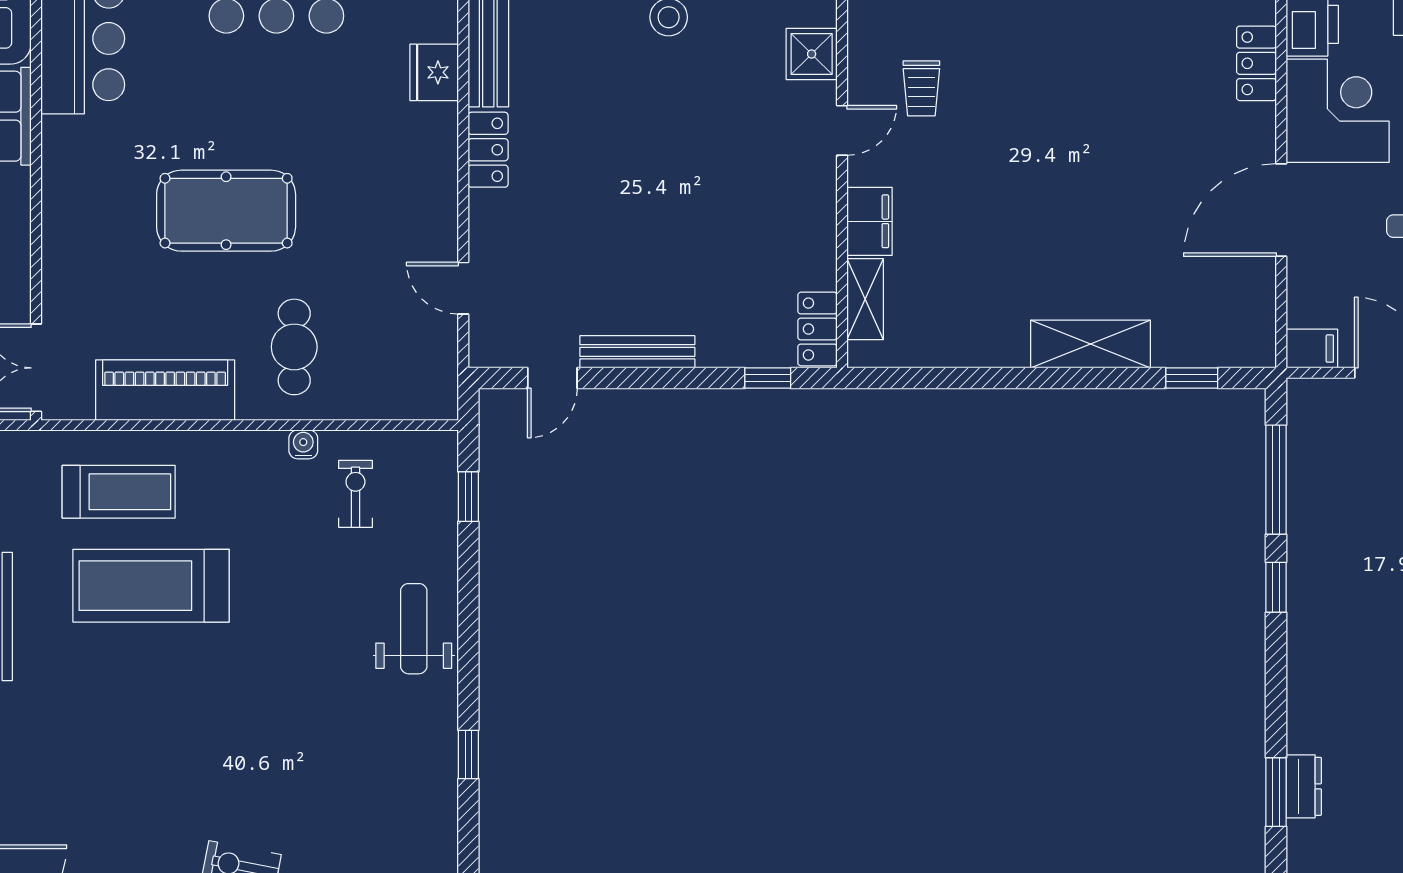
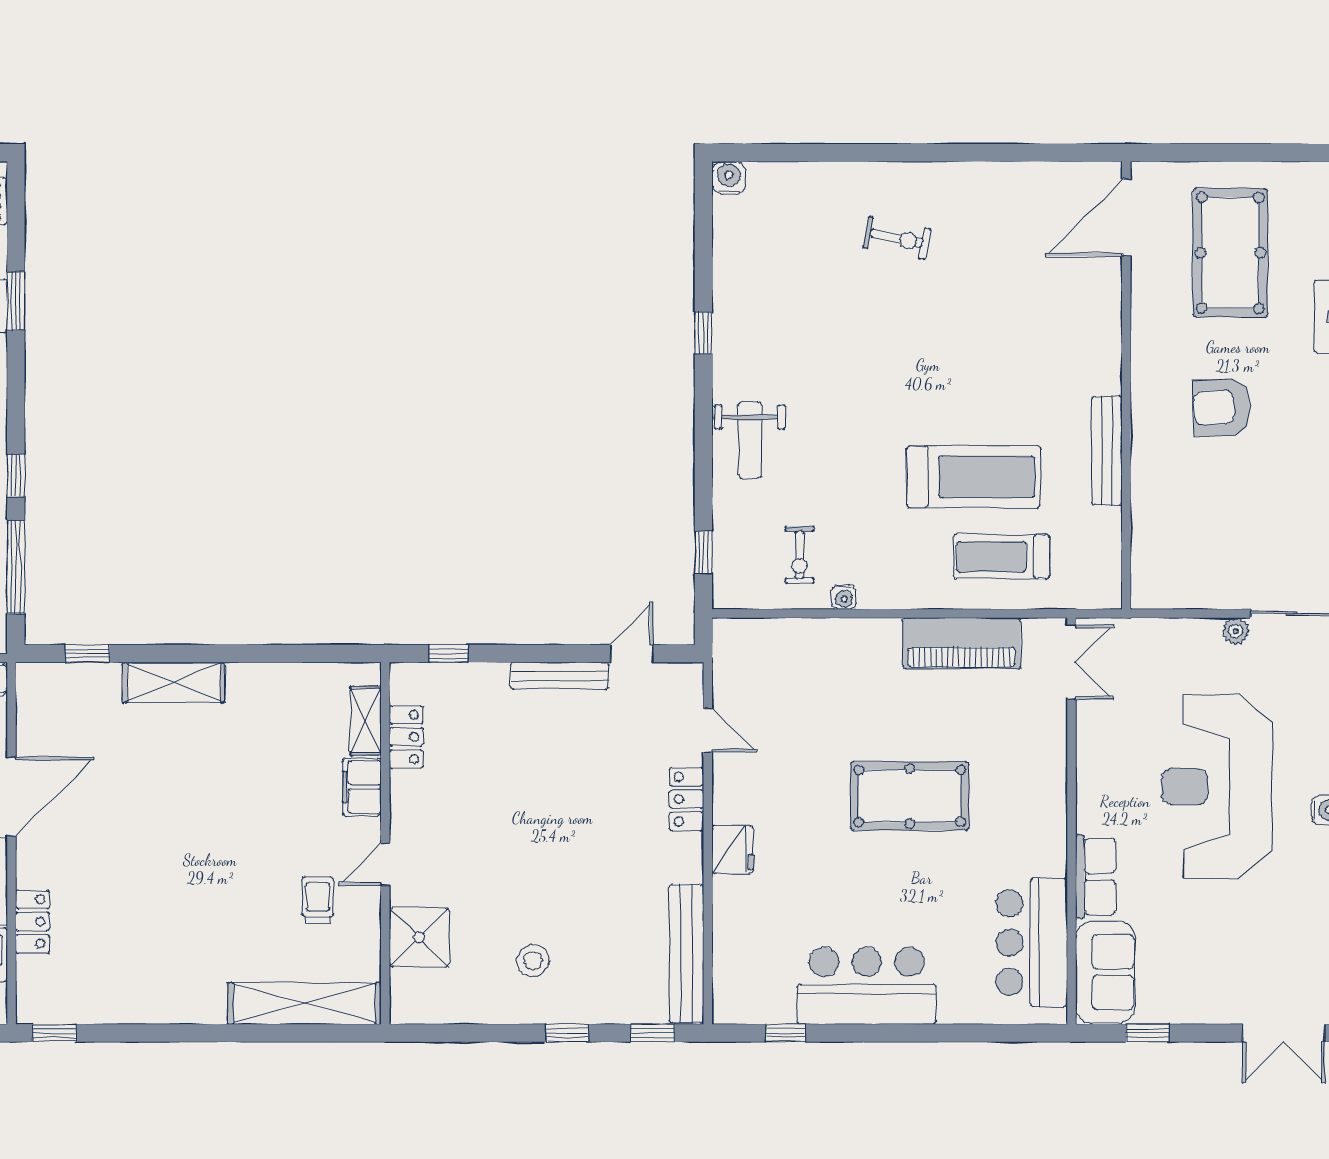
shower: (812, 54) -> (419, 937), width x1.36, depth x1.36
fridge: (434, 72) -> (733, 850), moved
locker: (488, 150) -> (687, 799), moved
locker: (817, 329) -> (406, 737), moved
cafe table: (294, 347) -> (852, 680), removed

